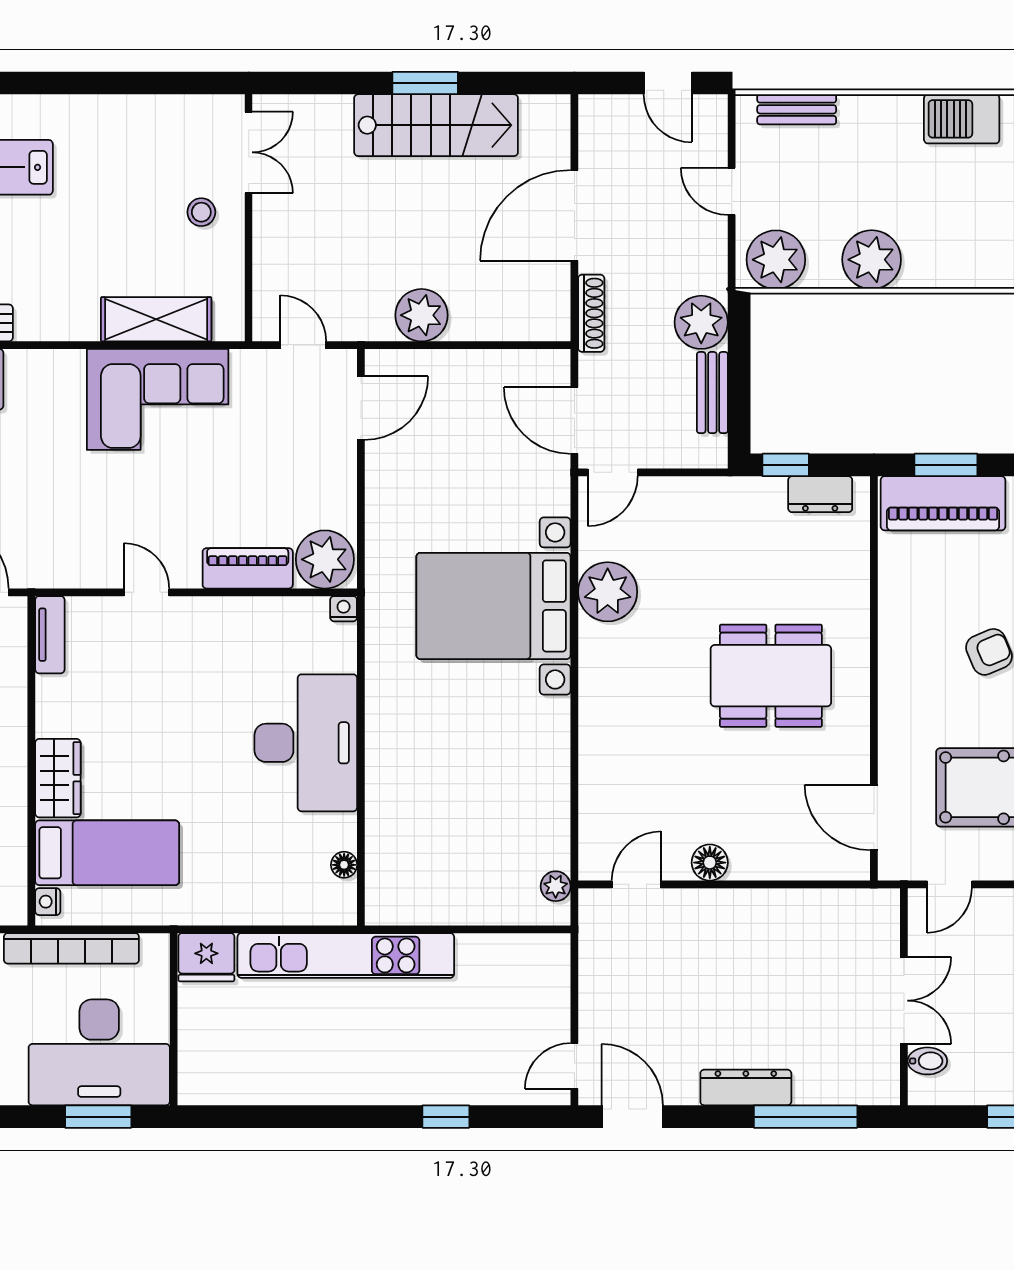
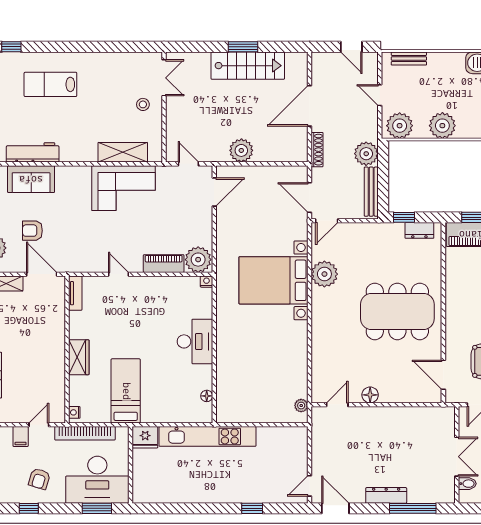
bench: (712, 393) -> (371, 192), width x1.36
dining table: (771, 676) -> (397, 311), width x1.36, depth x1.24
desk: (306, 743) -> (195, 341), width x0.73, depth x0.77
bed: (107, 853) -> (126, 391), moved, turned -90

